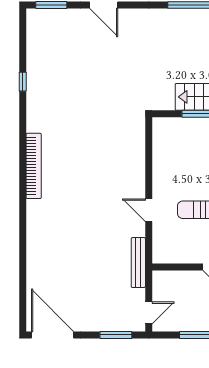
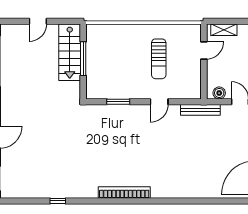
window: (149, 158) -> (118, 102), added
boiler: (160, 286) -> (219, 93), added

